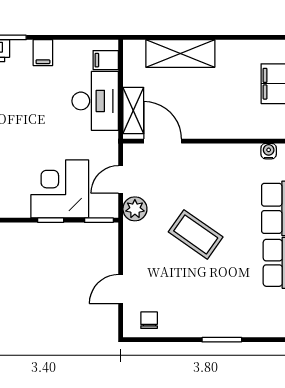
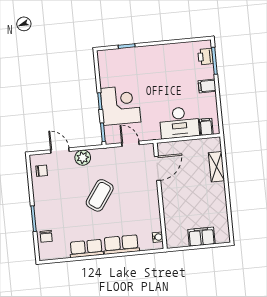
shelving: (180, 54) -> (217, 167), width x0.67, depth x0.75
shelving: (133, 111) -> (175, 148), removed
plant: (135, 209) -> (83, 158), moved
chair: (251, 323) -> (46, 236), added

